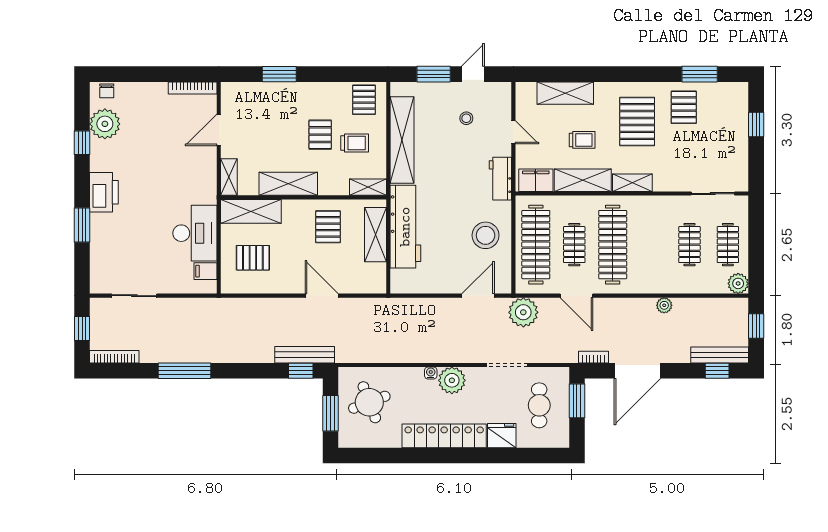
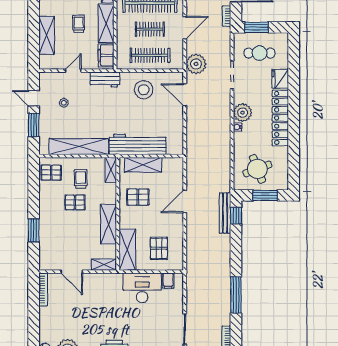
clothes rail: (536, 245) -> (150, 55), width x0.73, depth x0.76

